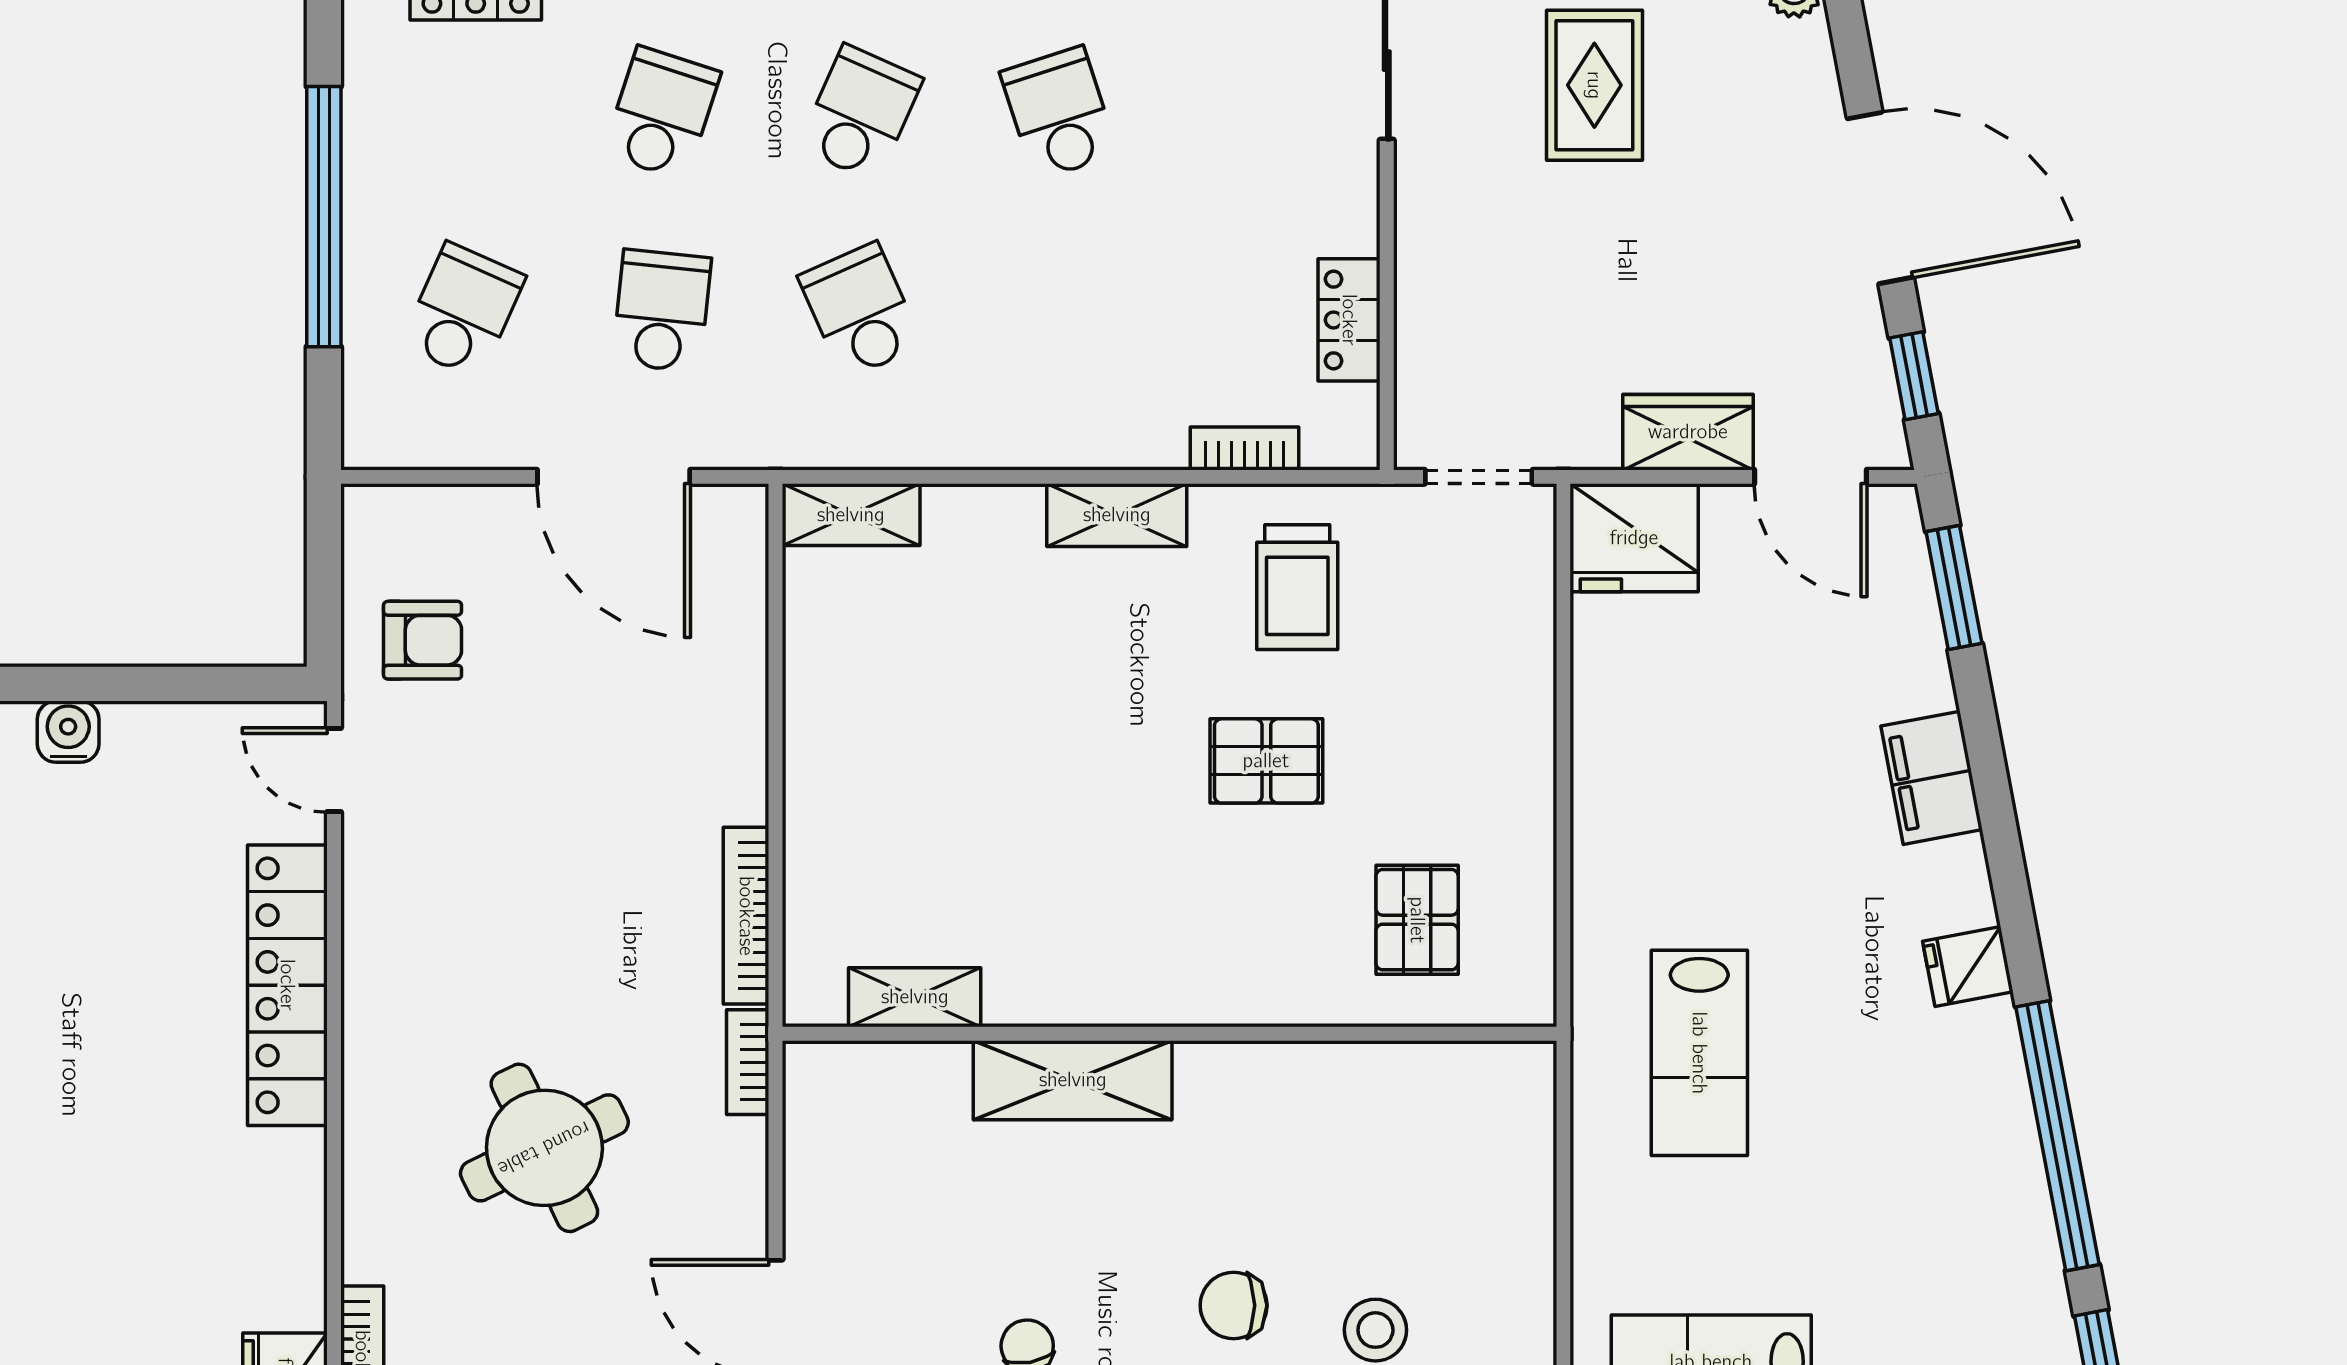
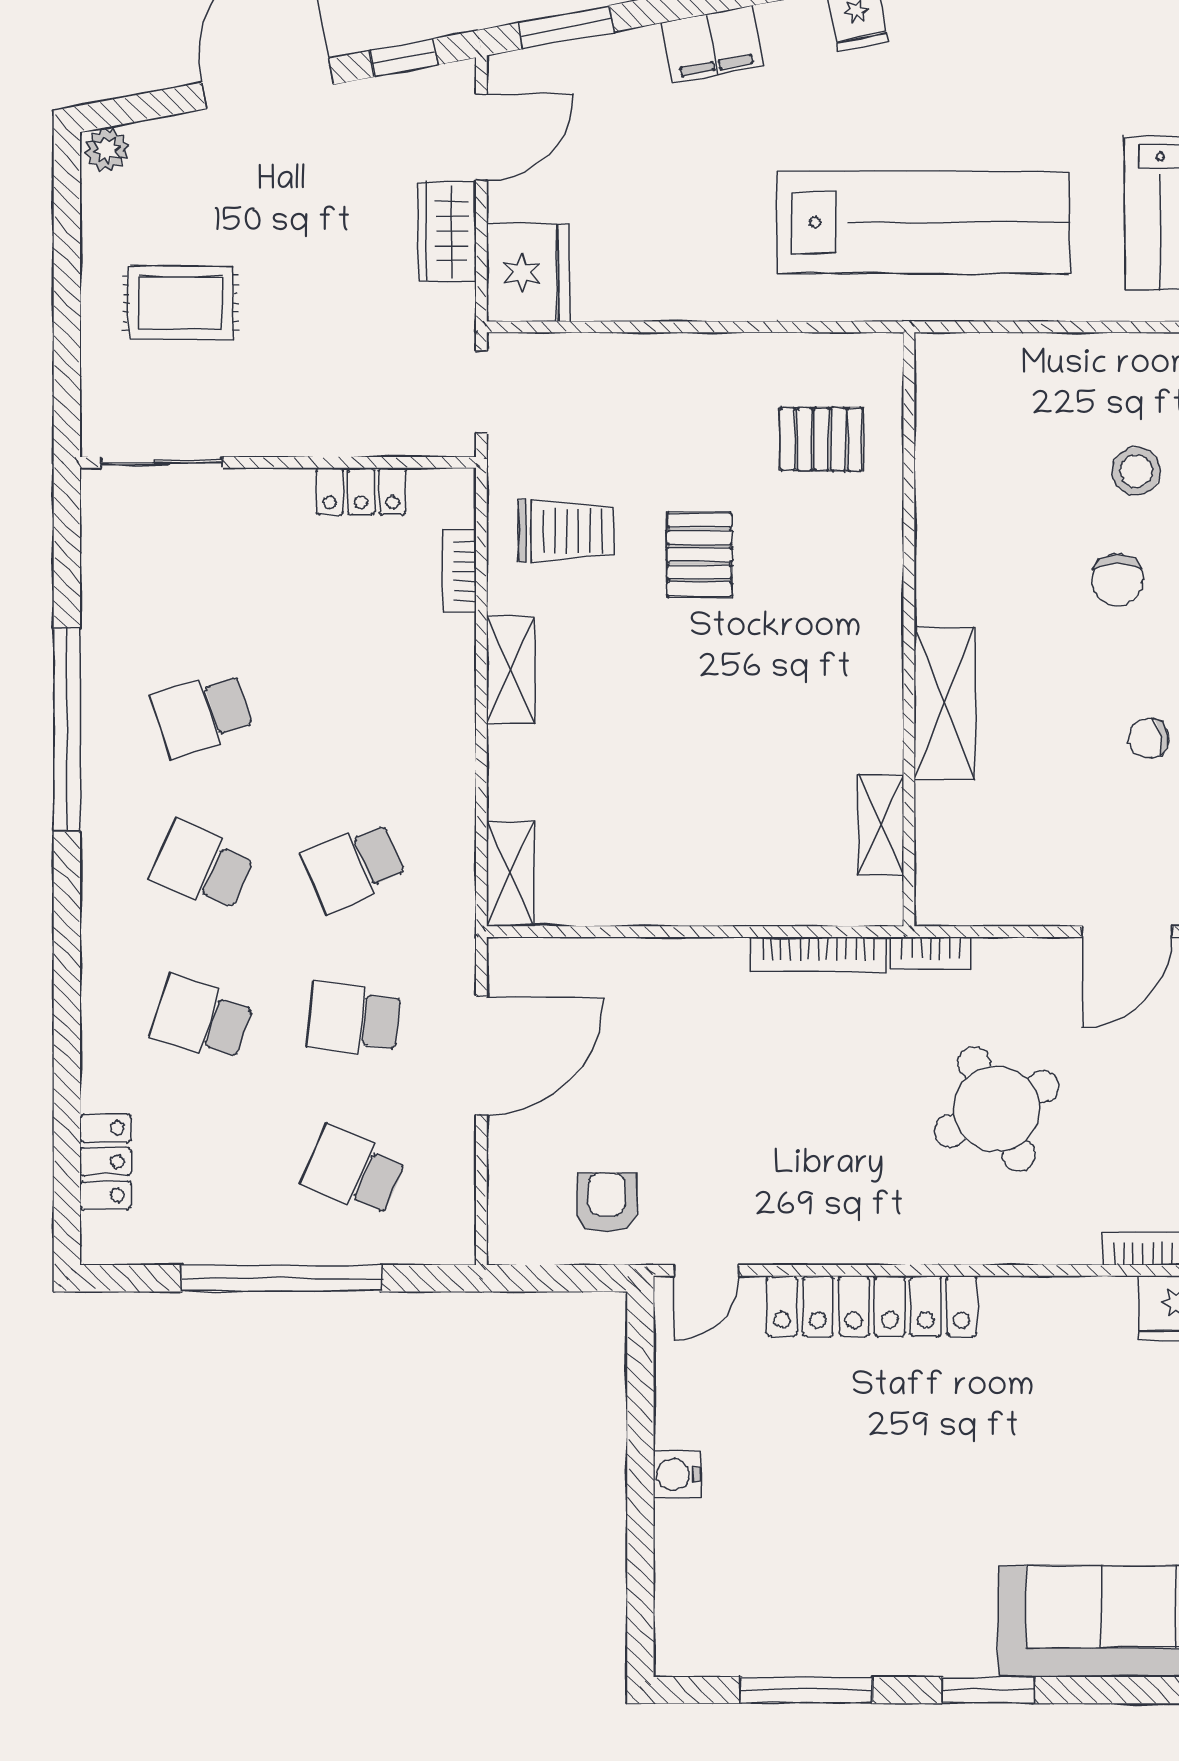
lab bench: (1699, 1053) -> (924, 223), width x1.86, depth x1.39

